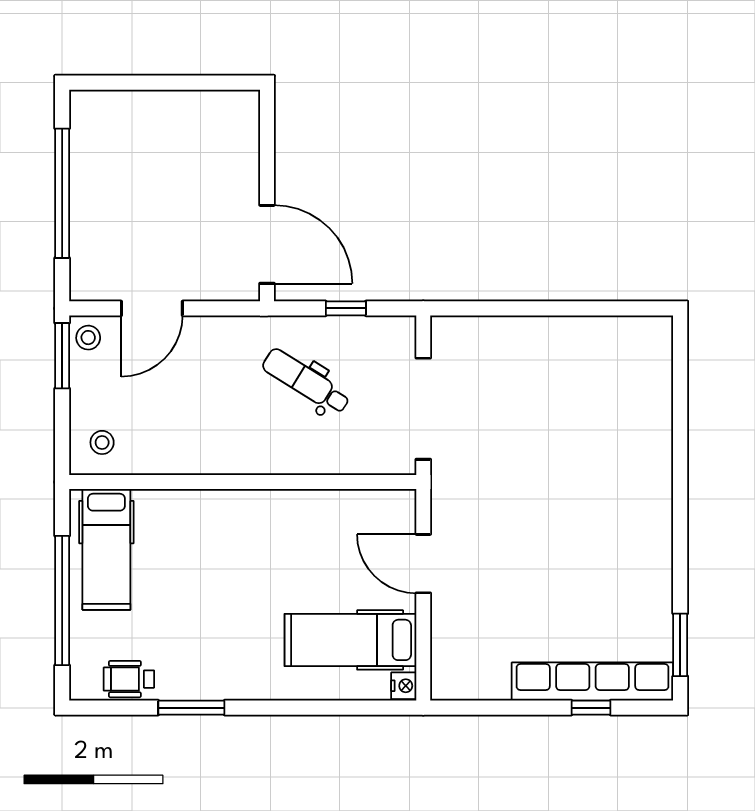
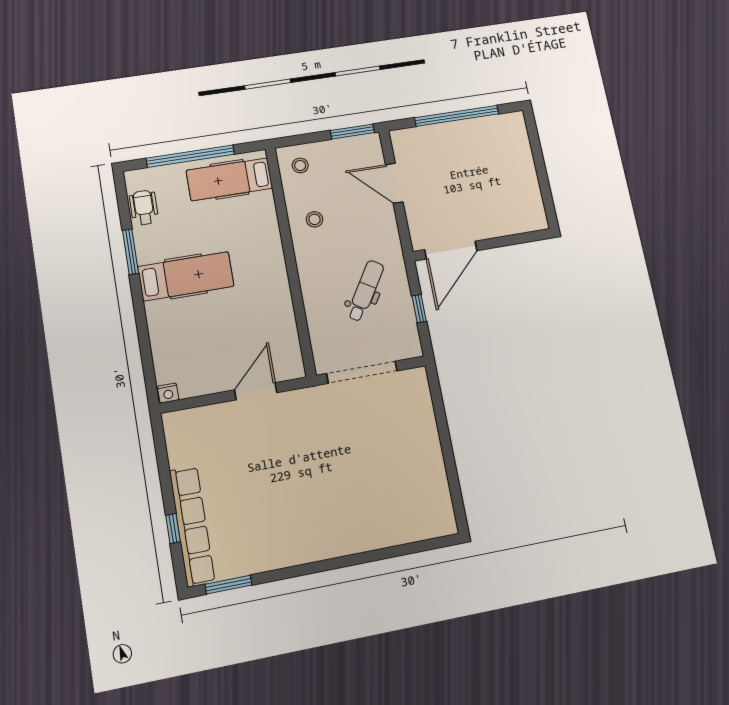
stool: (88, 338) -> (315, 219), moved
hospital bed: (350, 640) -> (186, 276), moved, turned 90

